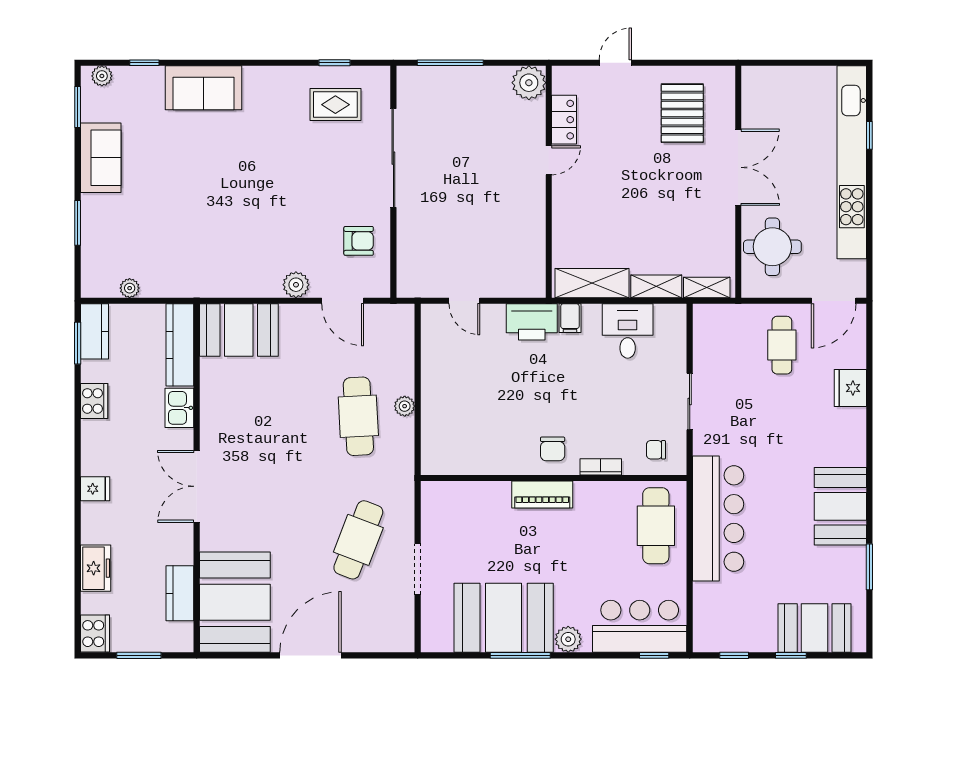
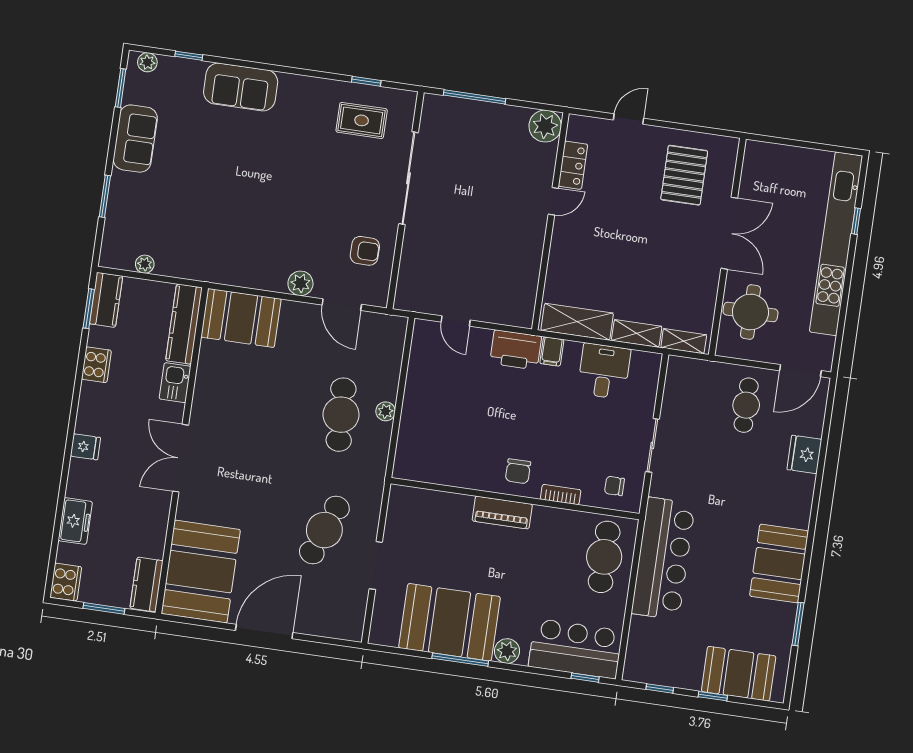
kitchen counter: (180, 593) -> (146, 584), moved

